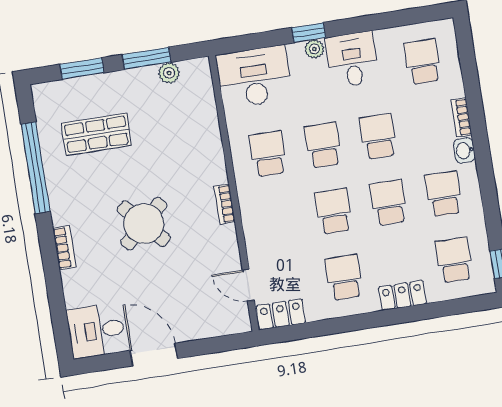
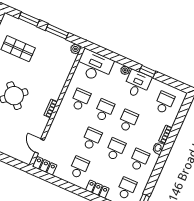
window: (309, 33) -> (147, 71), moved
plant: (169, 73) -> (75, 49), moved

